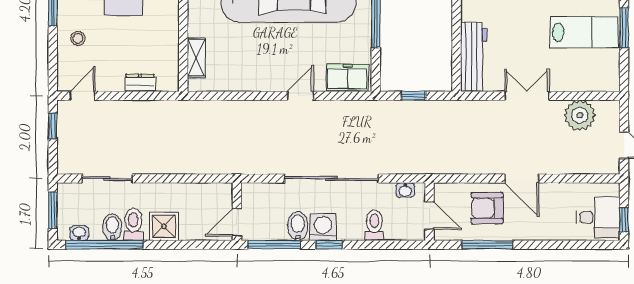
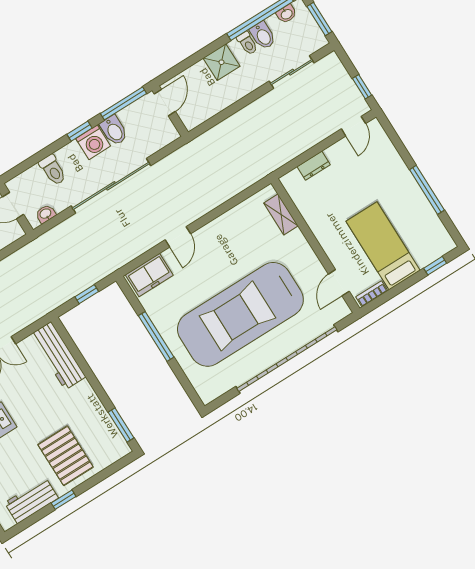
stool: (78, 38) -> (386, 170), removed
toilet: (133, 224) -> (247, 43), width x0.73, depth x0.72

